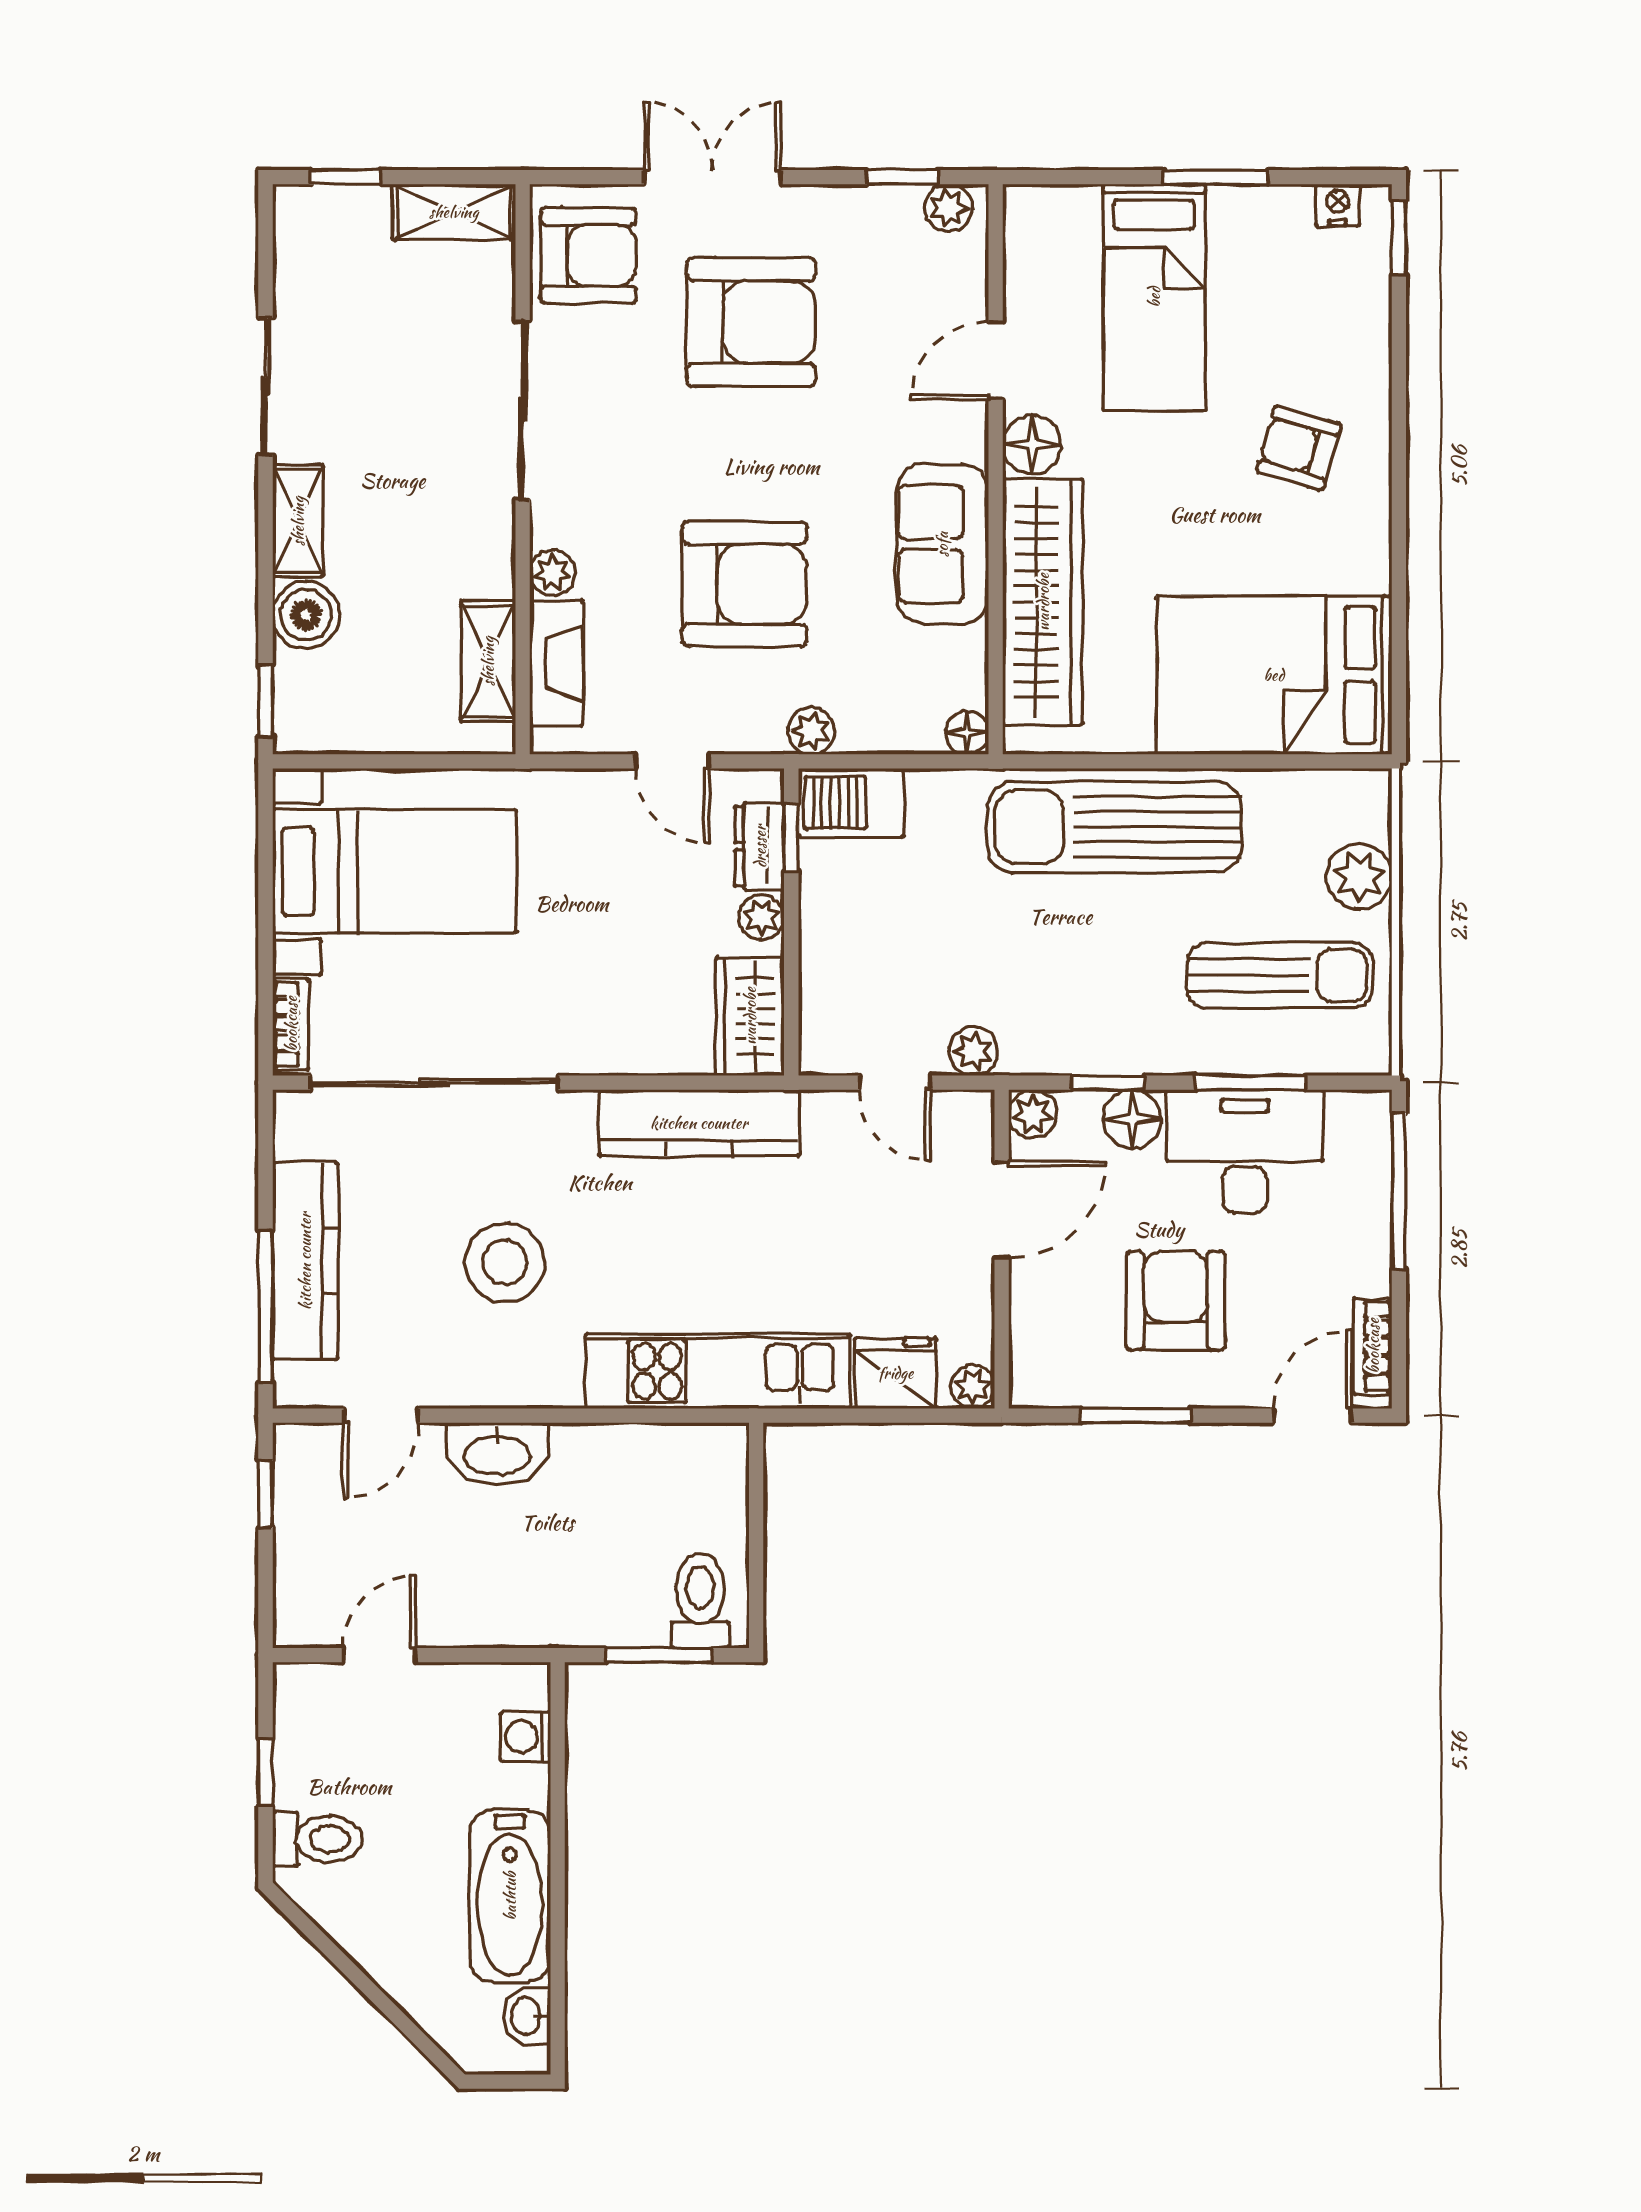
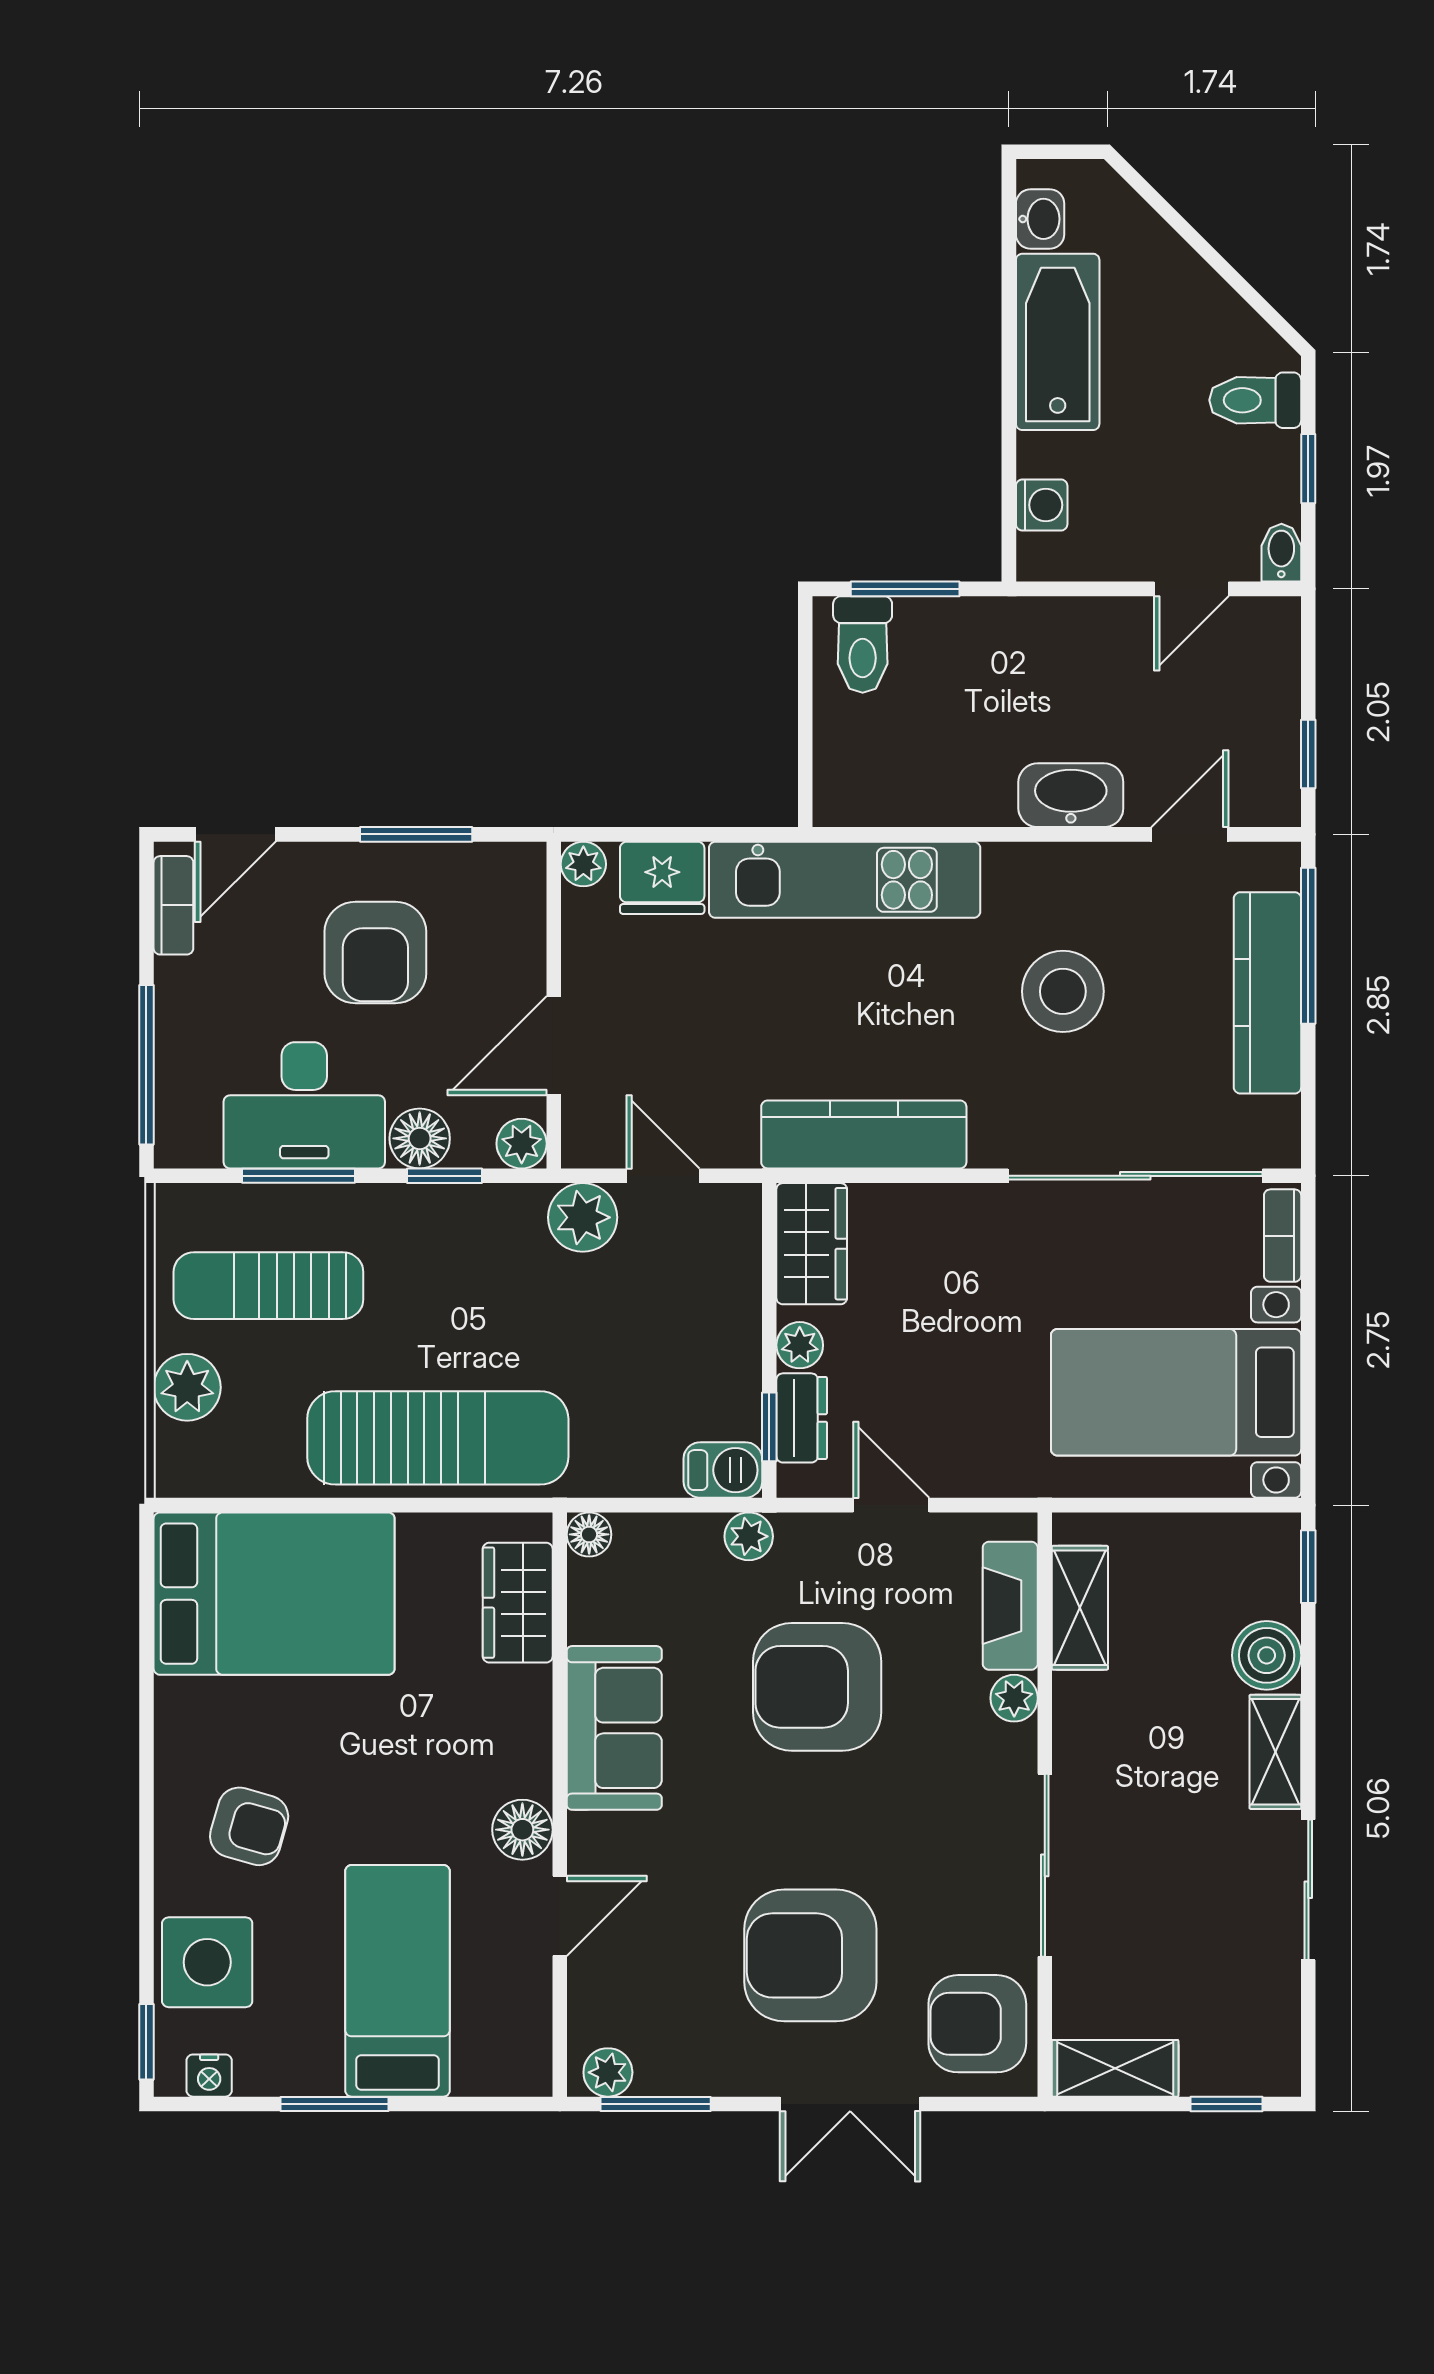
window: (902, 177) -> (656, 2104), width x1.50
side table: (1340, 315) -> (207, 1962), added
wardrobe: (1043, 602) -> (518, 1603), width x0.48, depth x0.85
barbecue: (851, 803) -> (723, 1470), width x0.73, depth x0.79
plant: (973, 1051) -> (583, 1217), width x1.38, depth x1.38
bidet: (292, 1690) -> (1281, 553), added

